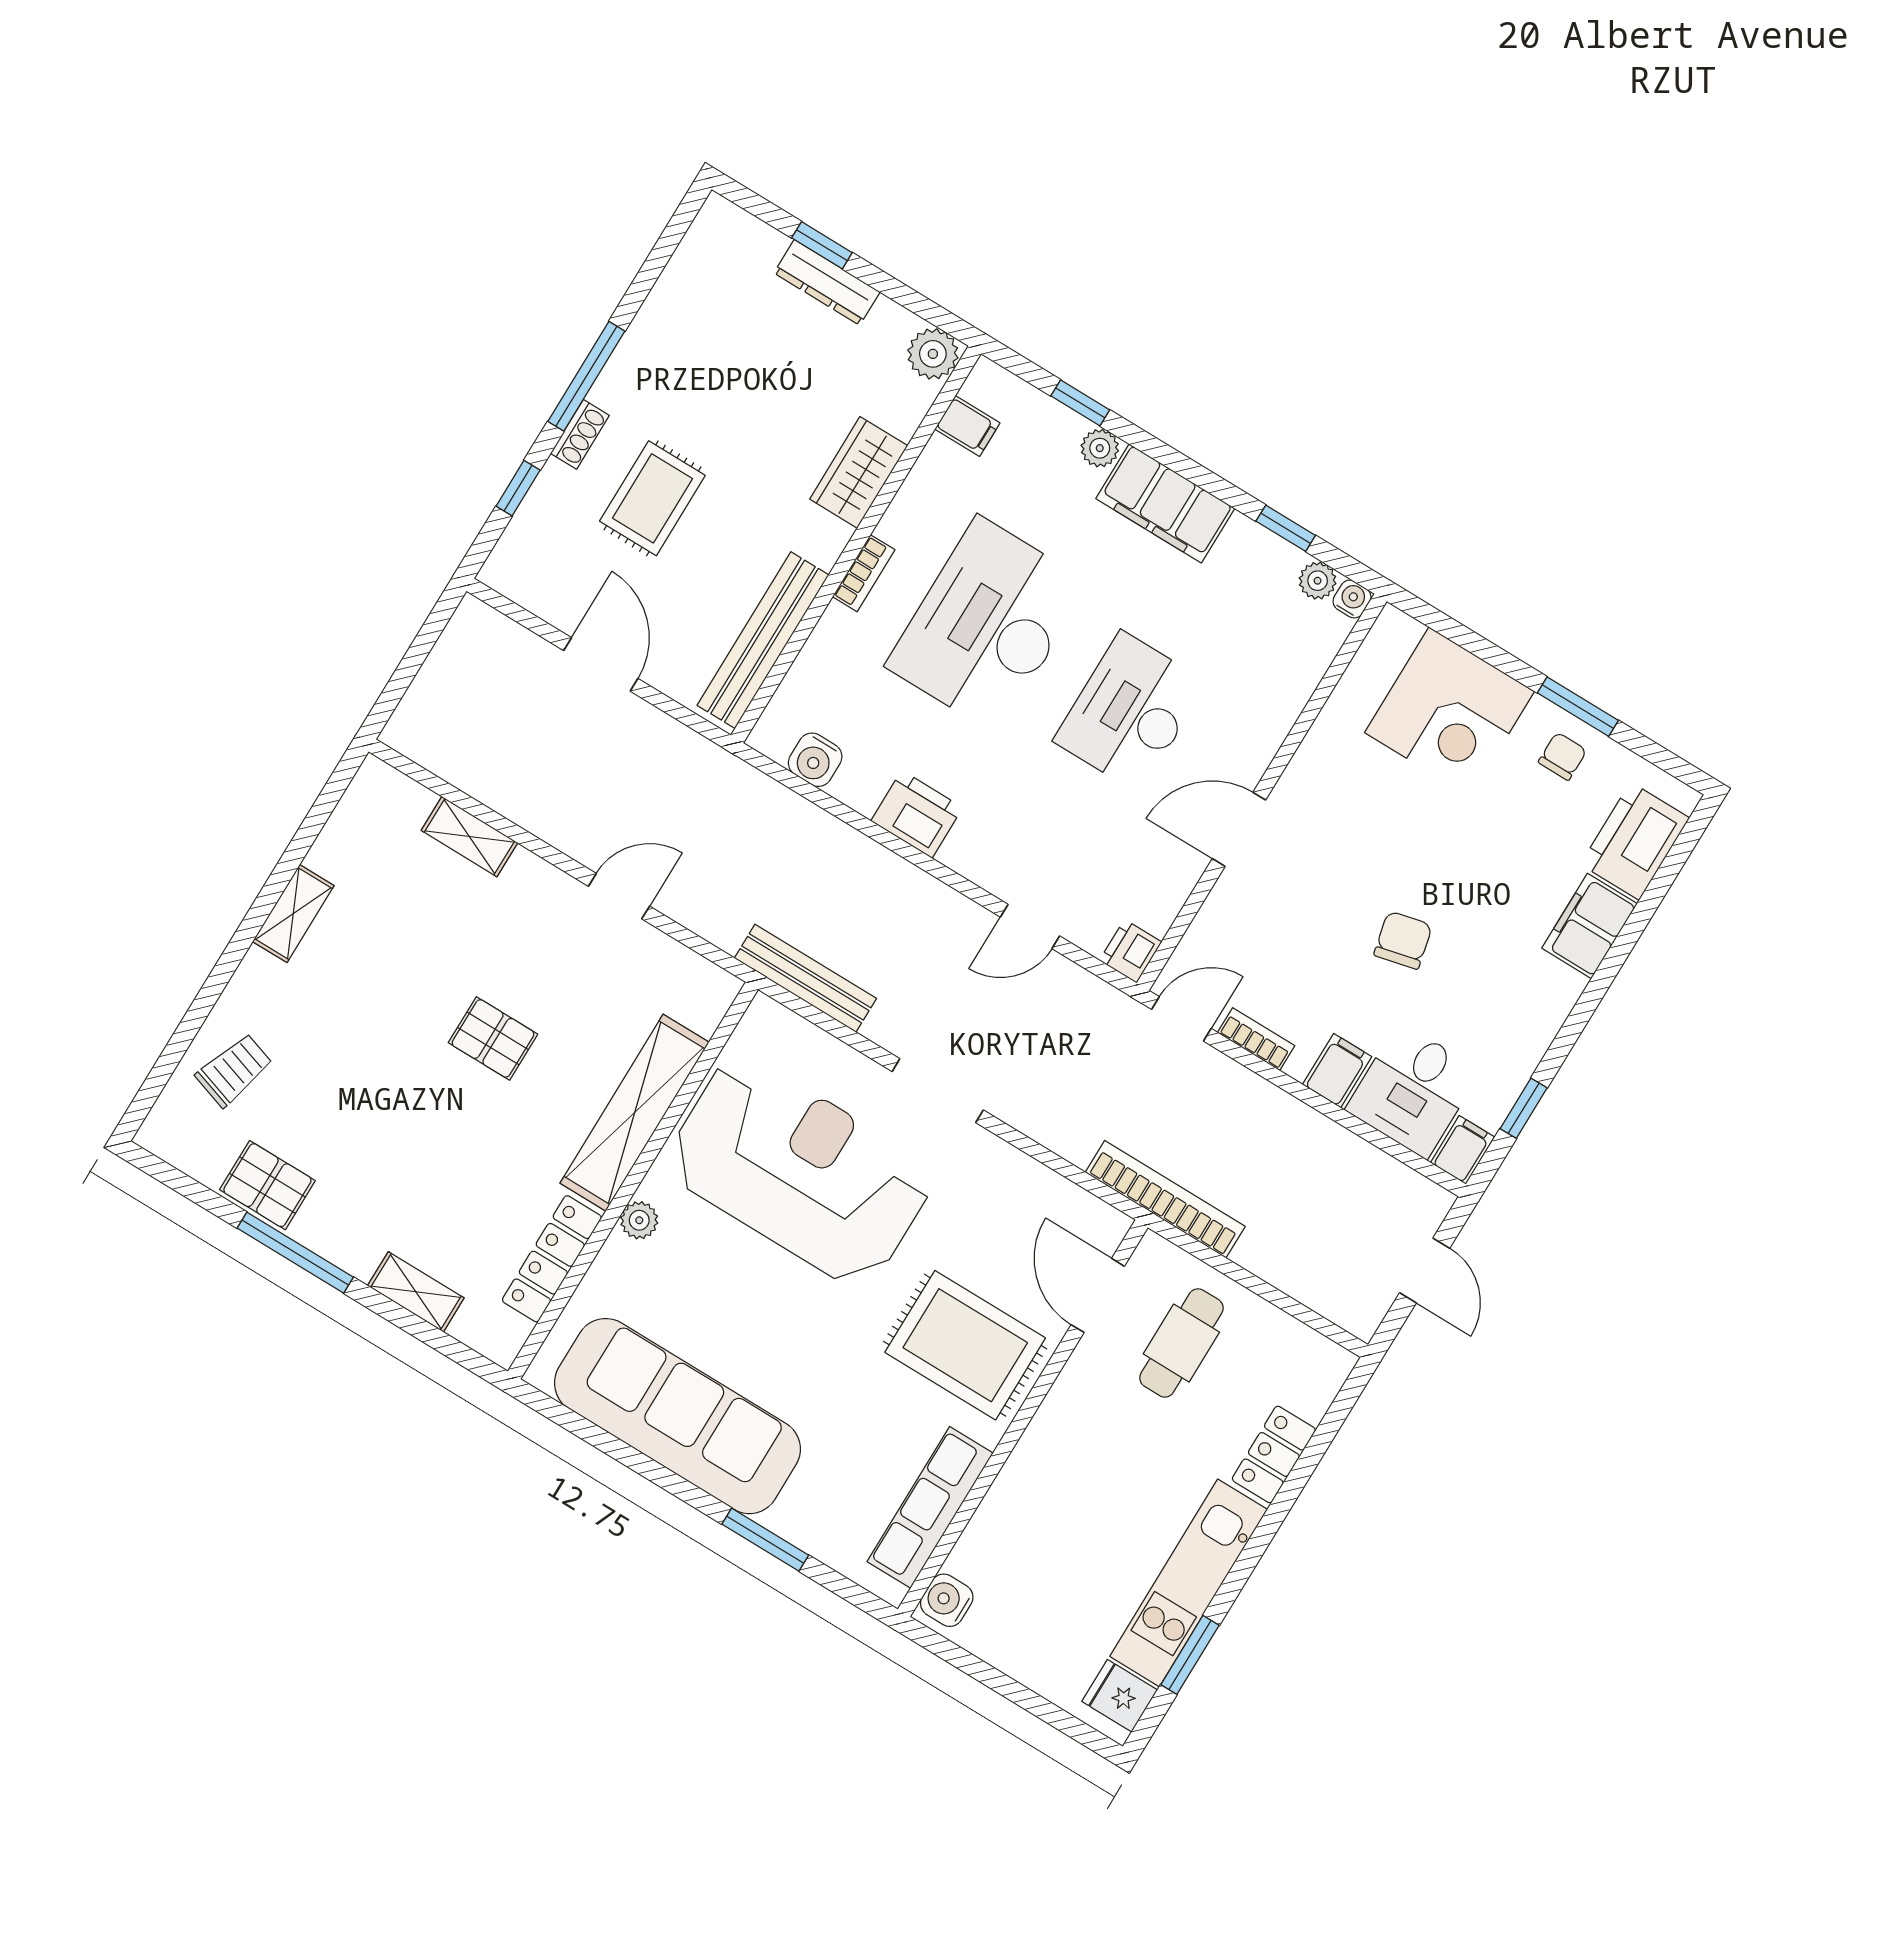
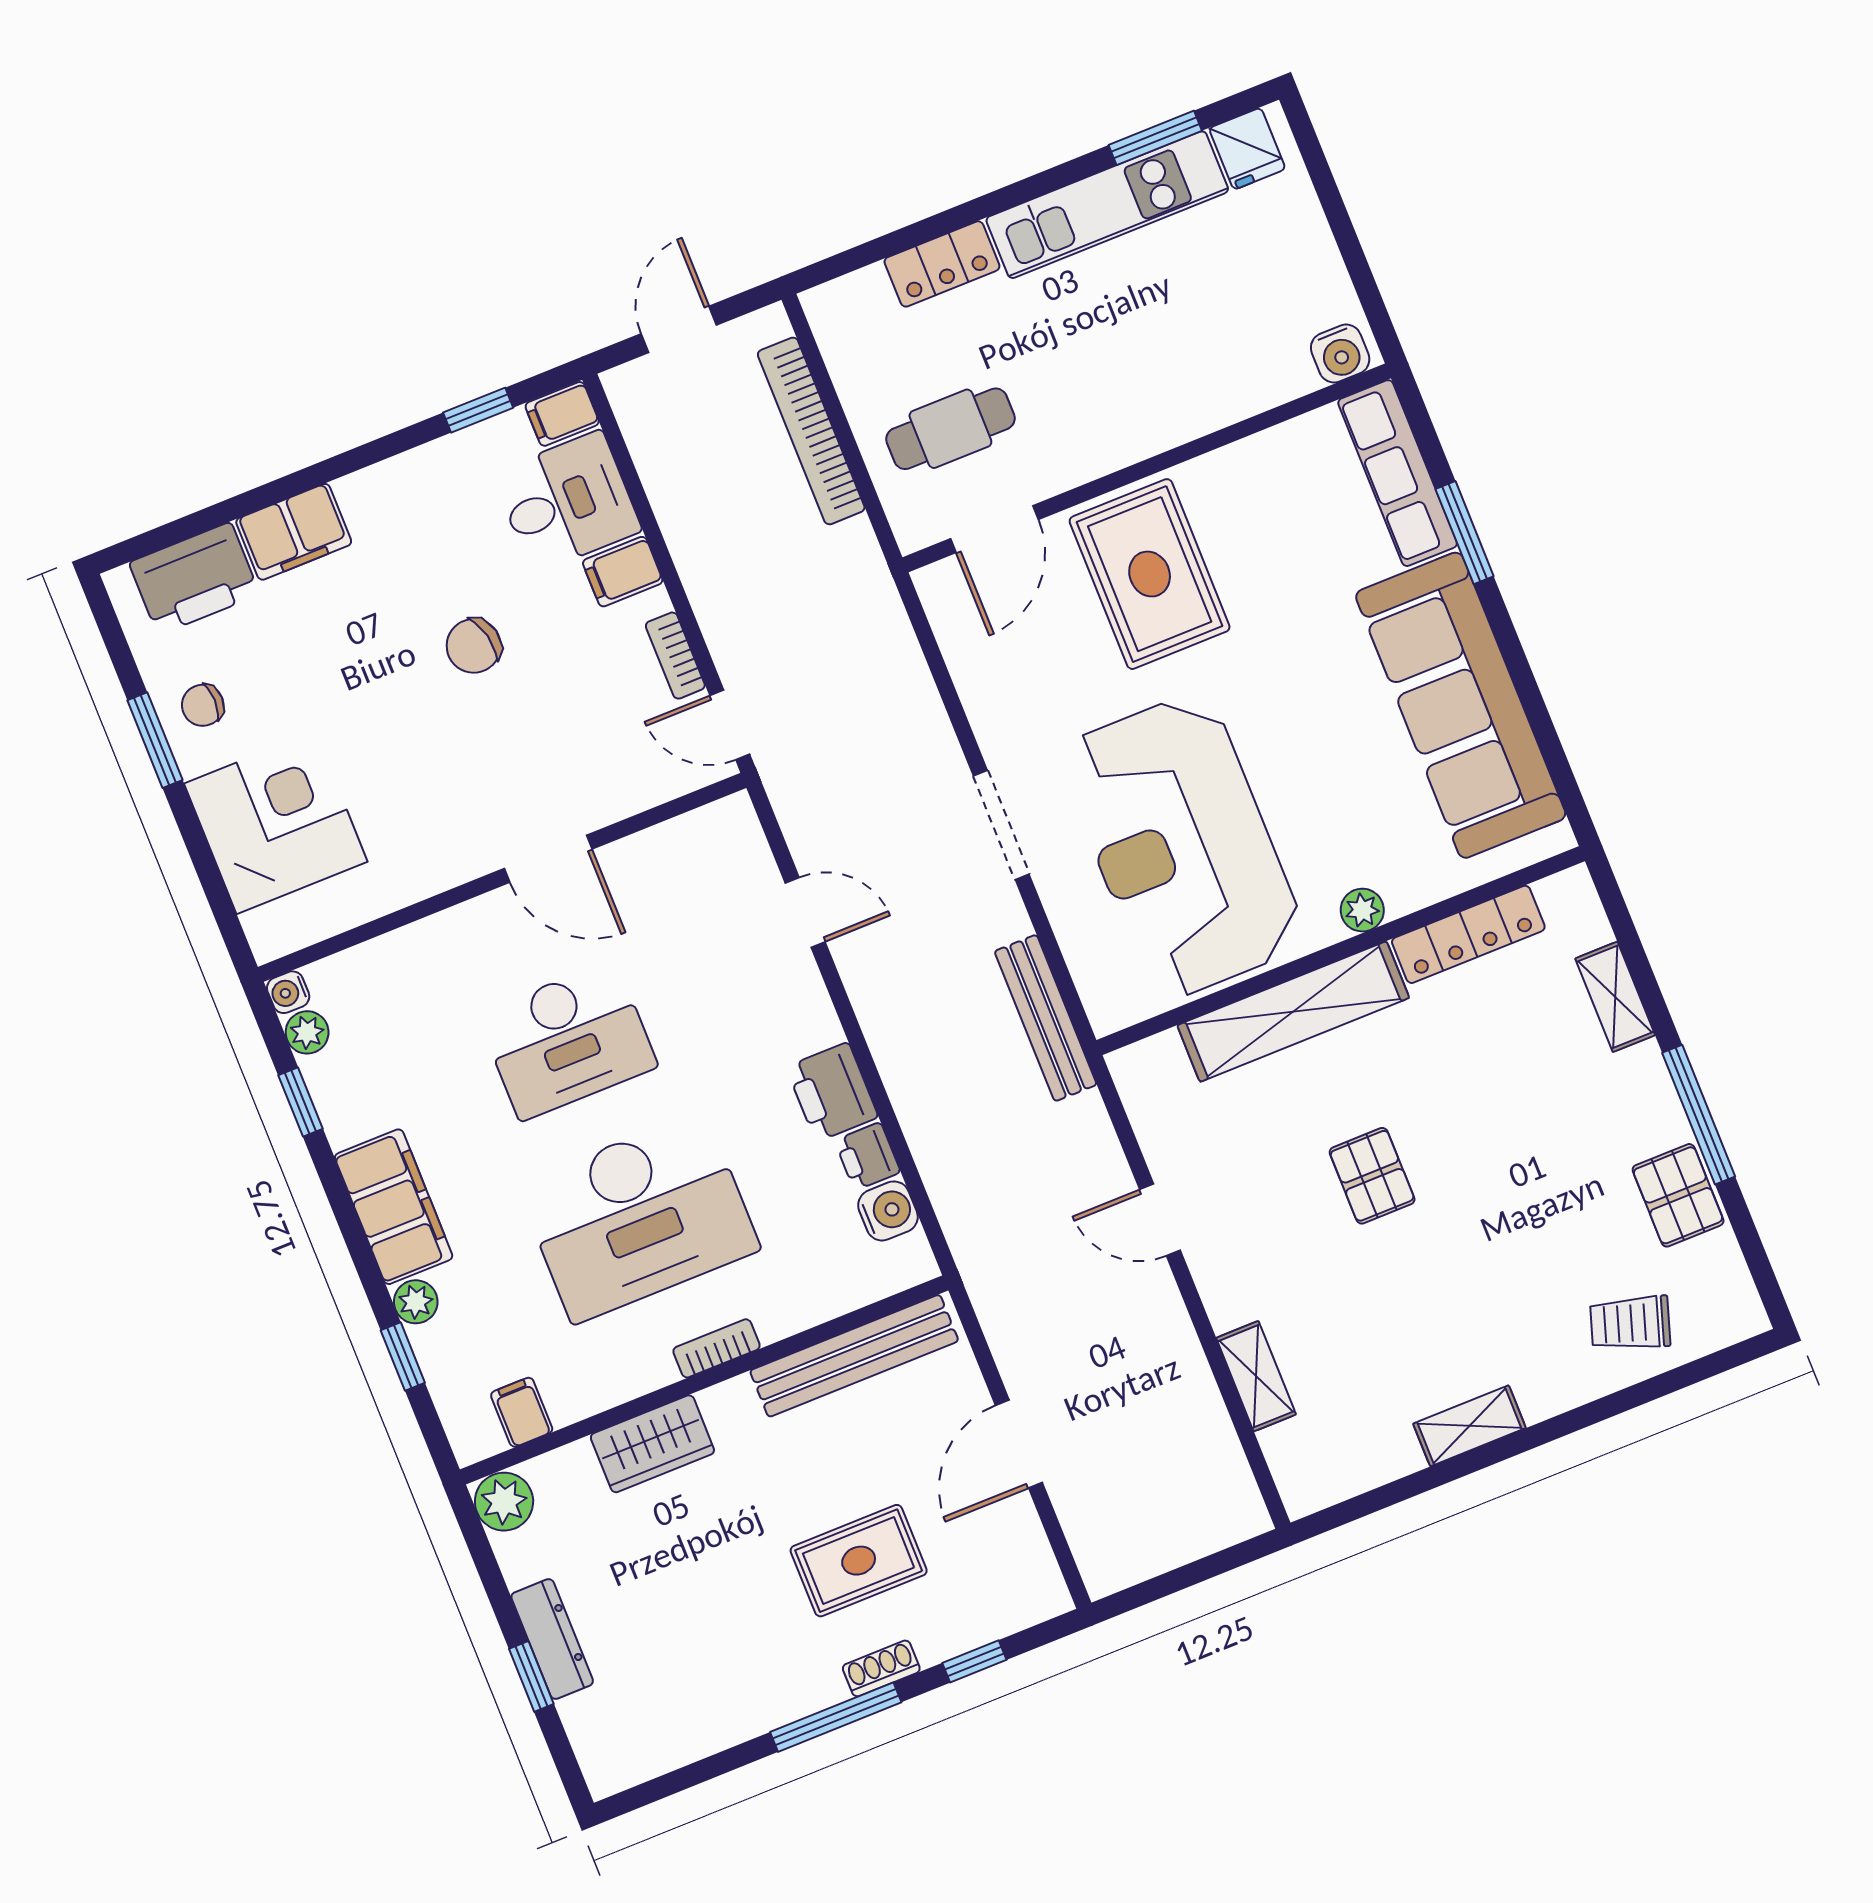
printer: (1131, 951) -> (868, 1156), moved, turned 90
bookcase: (1165, 1199) -> (811, 431), moved
row of seats: (930, 1507) -> (1398, 473), moved, turned 90

